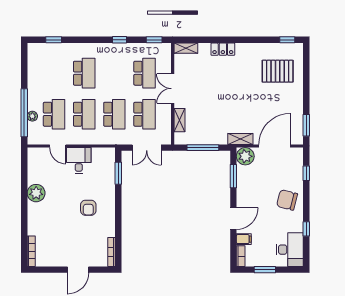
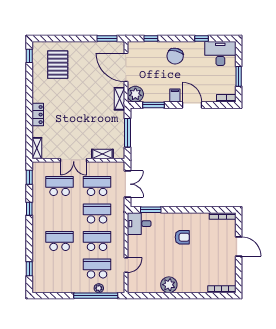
desk: (79, 160) -> (139, 224), moved
filing cabinet: (244, 239) -> (175, 95), moved

